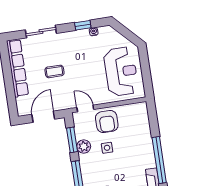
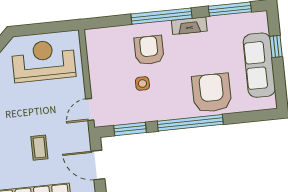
armchair: (107, 121) -> (149, 50), moved, turned -90
plant: (84, 146) -> (139, 114), removed

